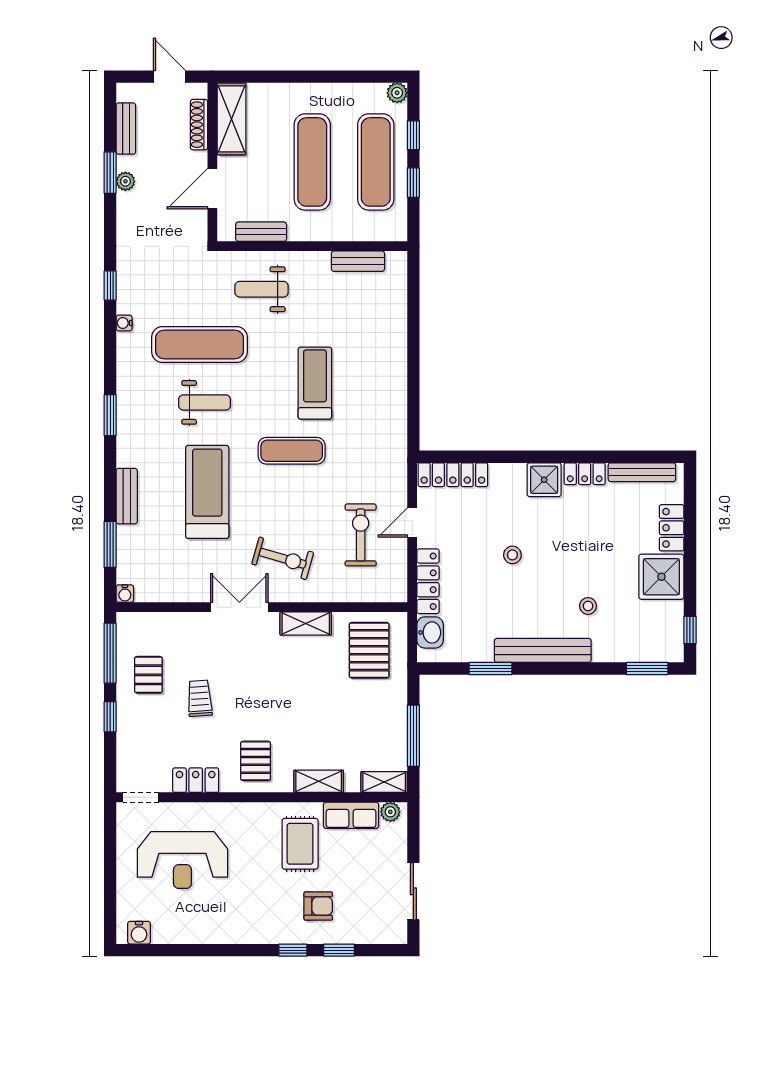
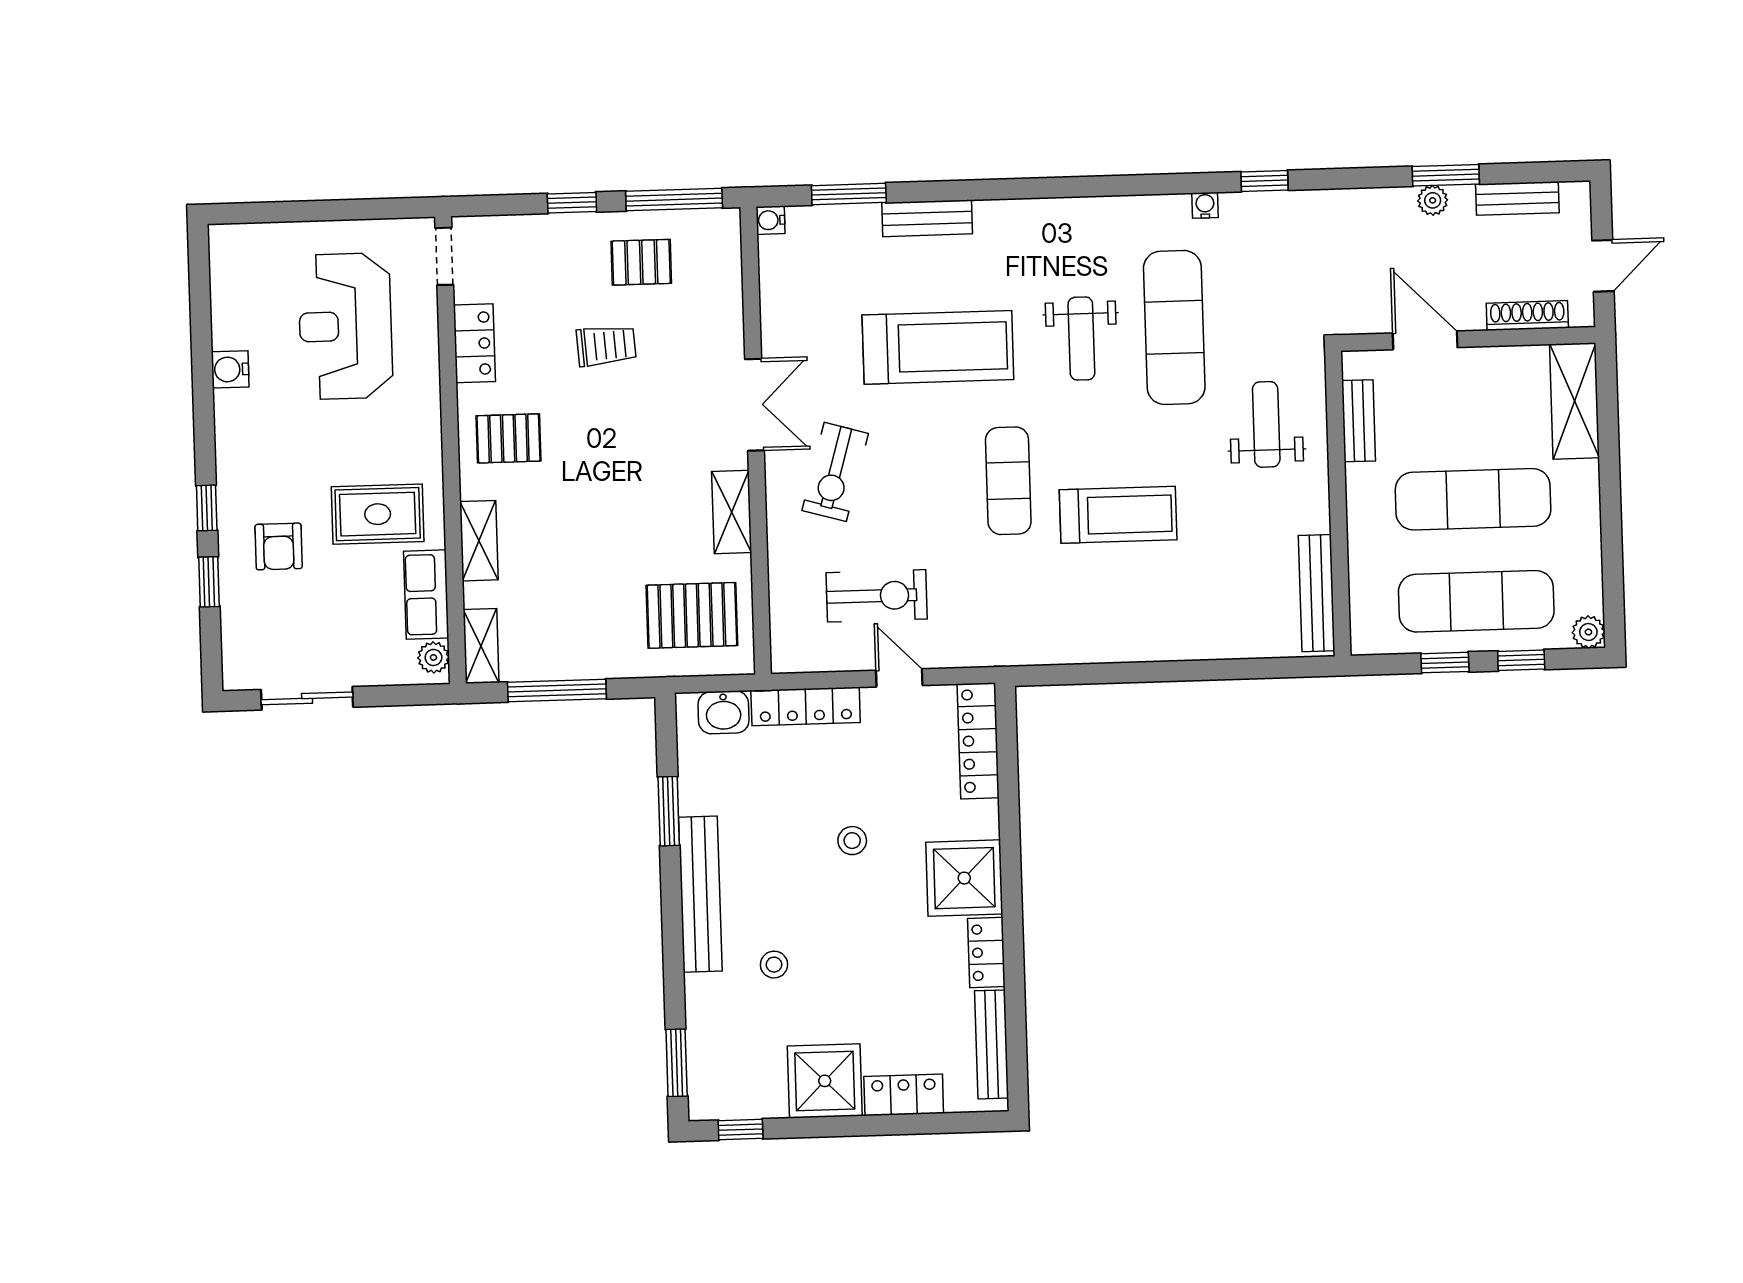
shelving: (232, 119) -> (1575, 401), moved, turned 90
bench: (358, 261) -> (1317, 593), width x1.36
window: (110, 415) -> (1056, 187), removed
shower: (544, 480) -> (964, 878), width x1.36, depth x1.36
water cooler: (139, 933) -> (230, 369), moved

